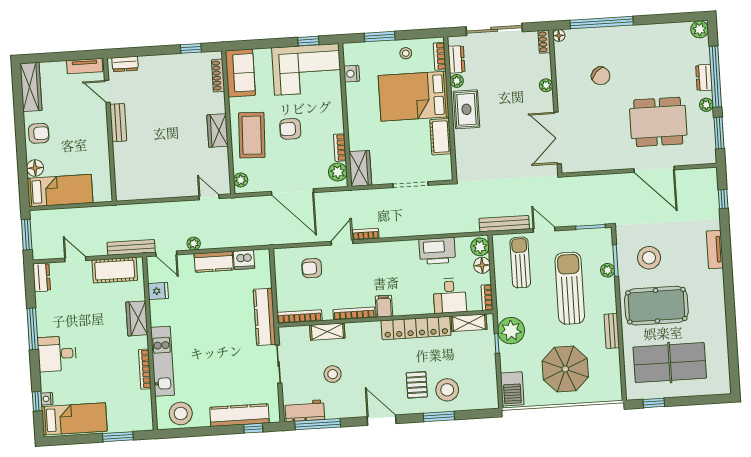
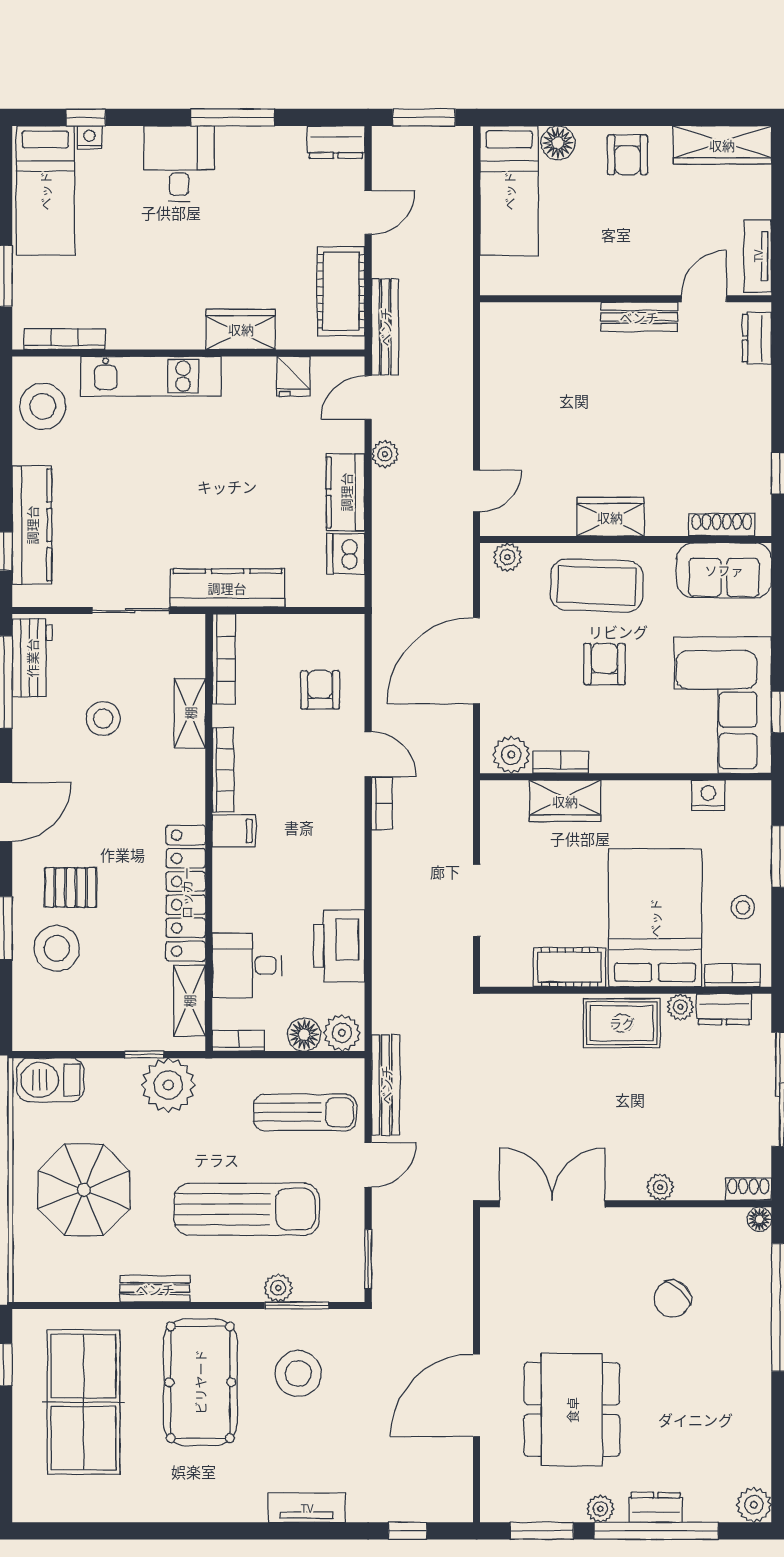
wardrobe: (360, 168) -> (565, 801), moved
bookcase: (145, 369) -> (65, 339), moved

